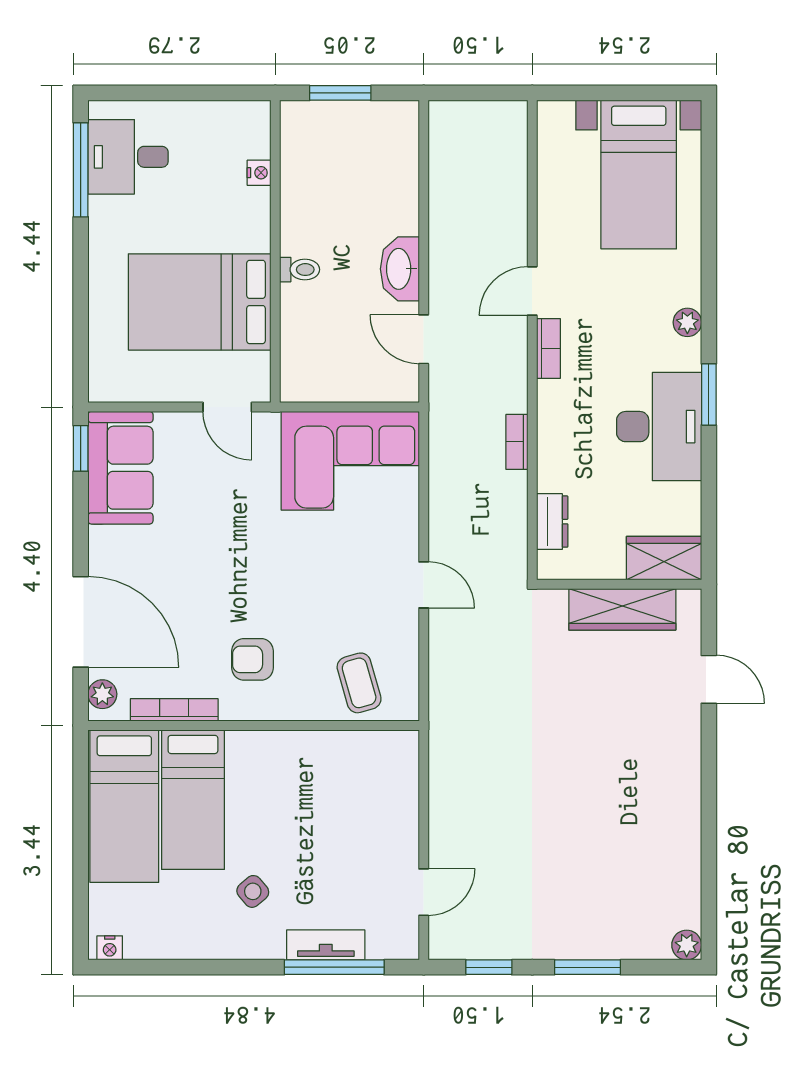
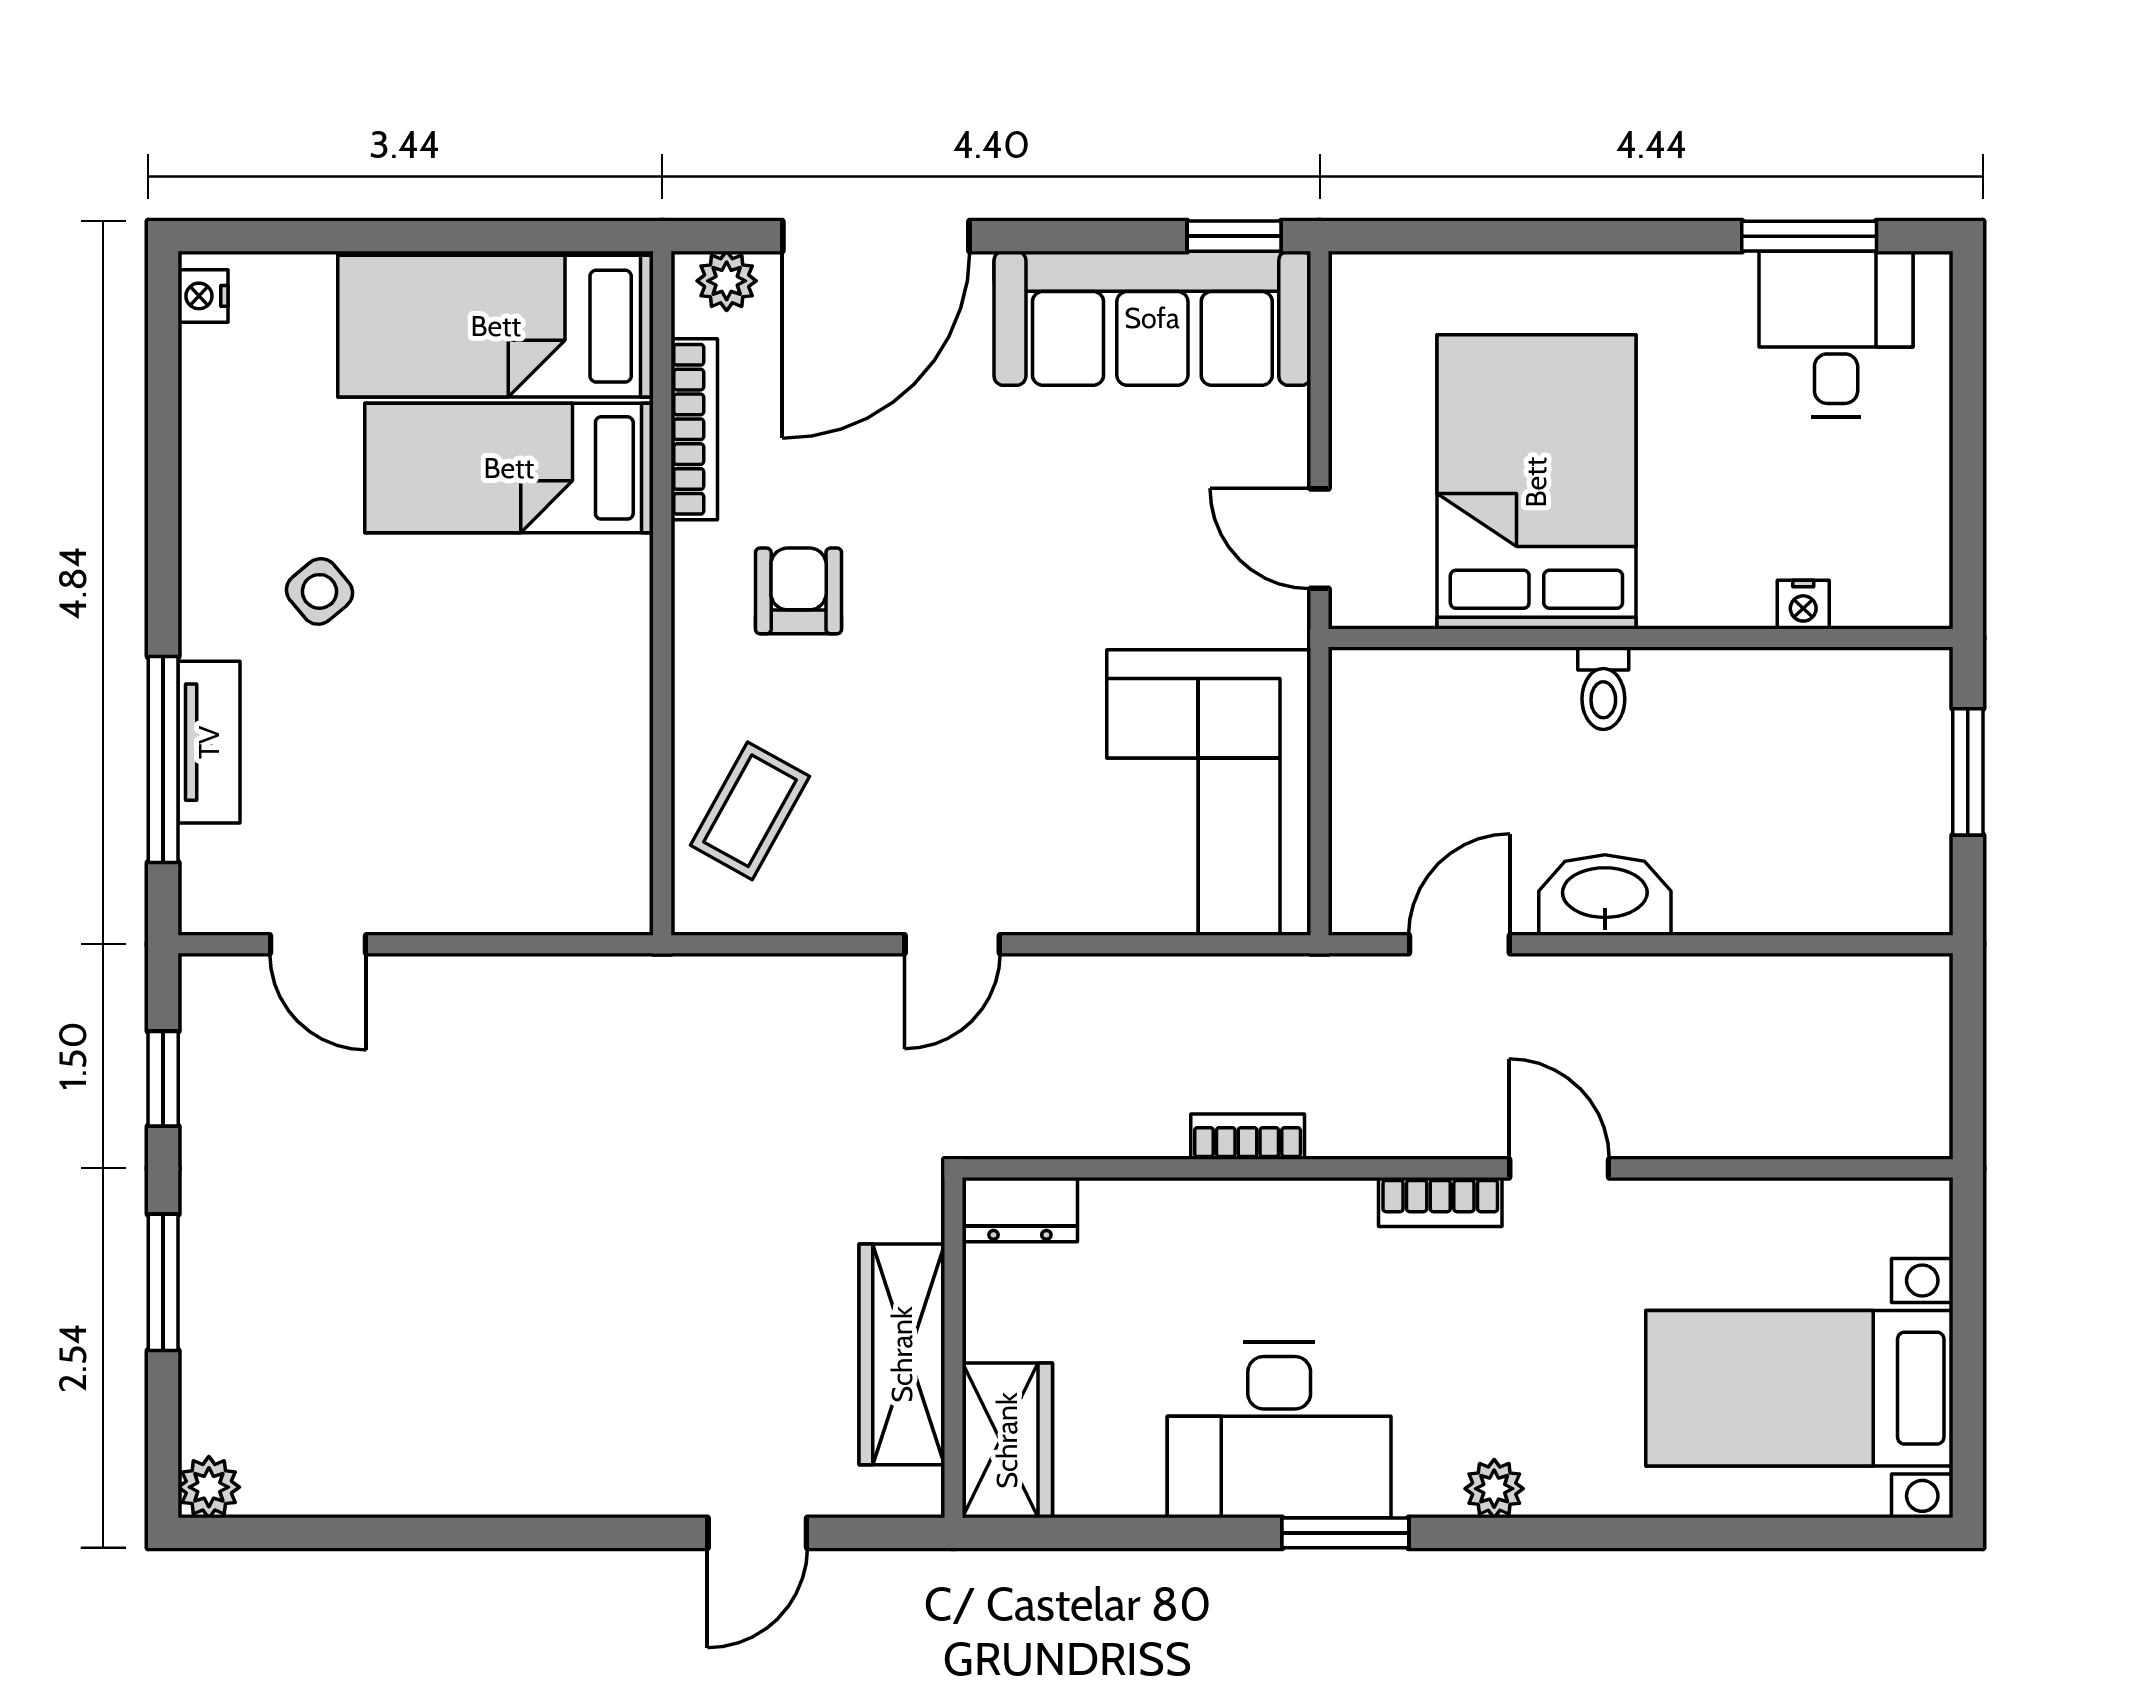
window: (81, 170) -> (1809, 236), width x0.69
door: (227, 407) -> (1320, 539), hinge flipped
sofa: (120, 468) -> (1152, 318), width x1.36
dresser: (552, 522) -> (1020, 1210), moved
coffee table: (359, 683) -> (750, 811), turned -45

